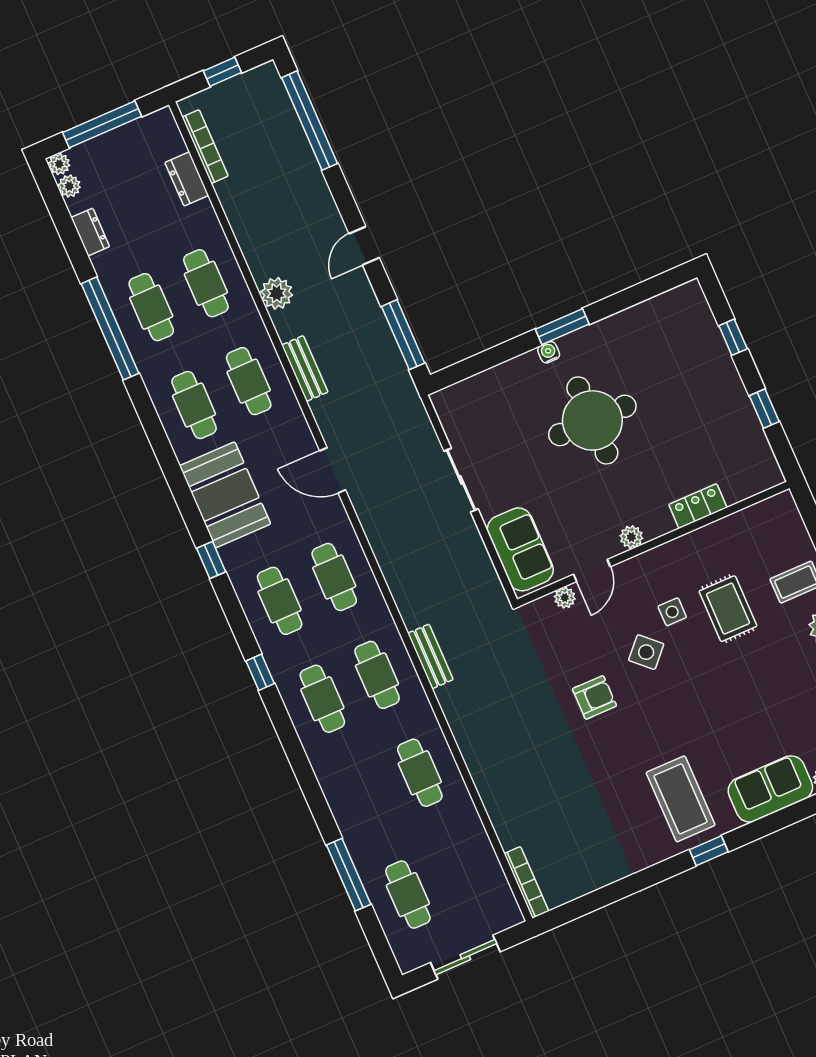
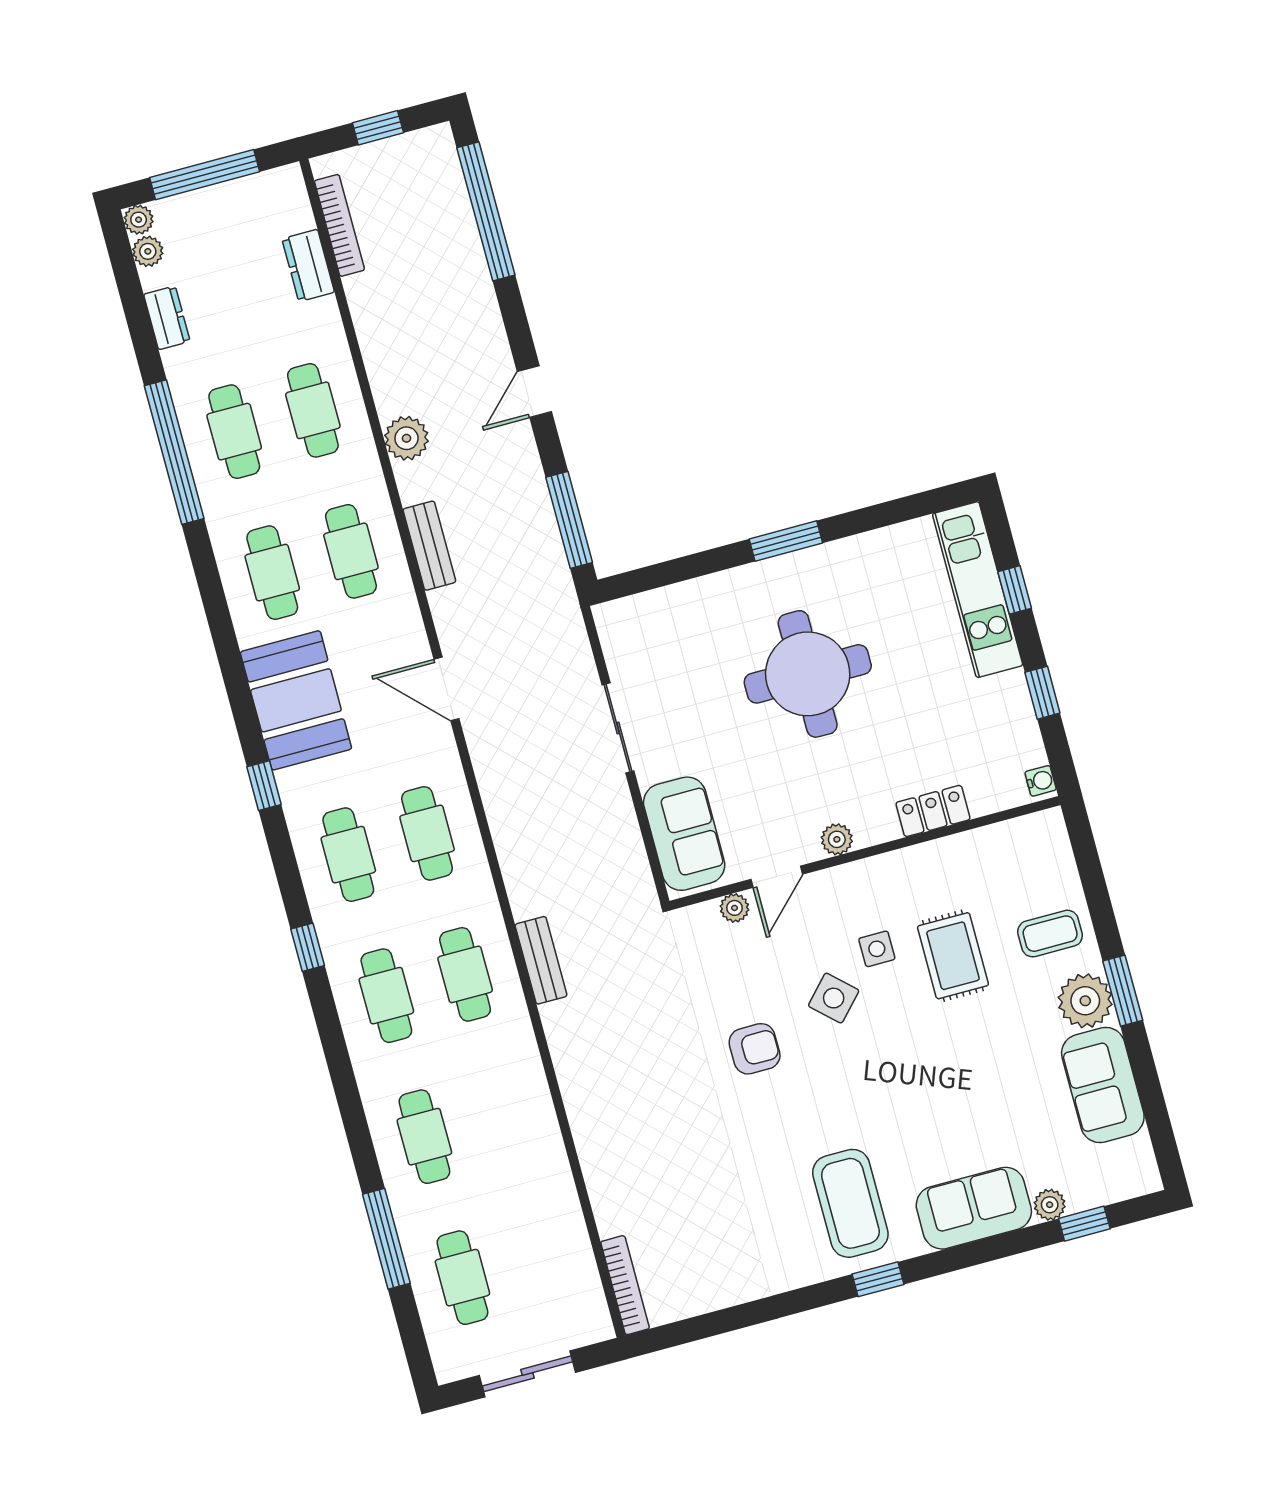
kitchen unit: (706, 341) -> (978, 590), added
water cooler: (549, 352) -> (1041, 781), moved, turned 90
cafe table: (420, 773) -> (424, 1137), moved

